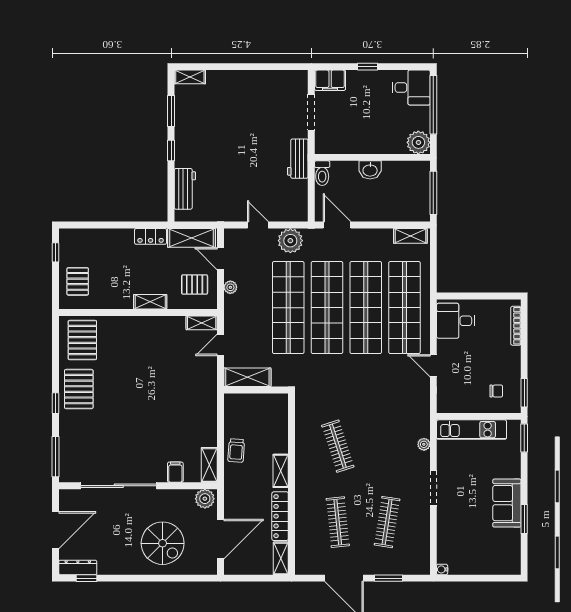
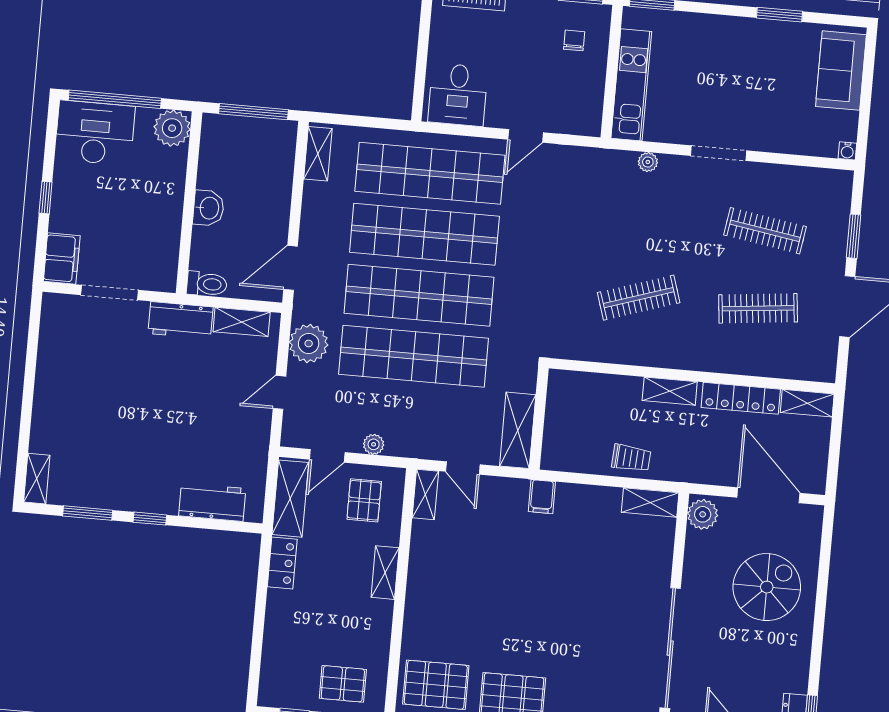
desk: (411, 88) -> (95, 133), width x1.37
shelving: (300, 197) -> (242, 322), added
filing cabinet: (175, 472) -> (542, 497), moved, turned -90
sofa: (507, 503) -> (841, 71), moved, turned 90

